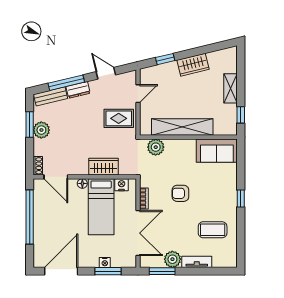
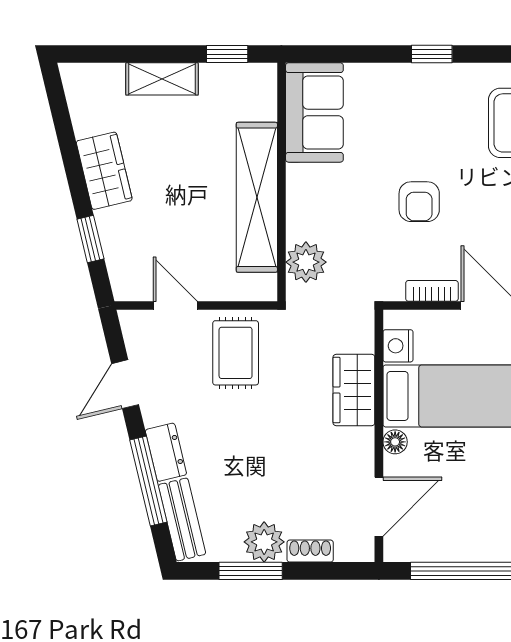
shoe rack: (38, 166) -> (310, 551), moved

